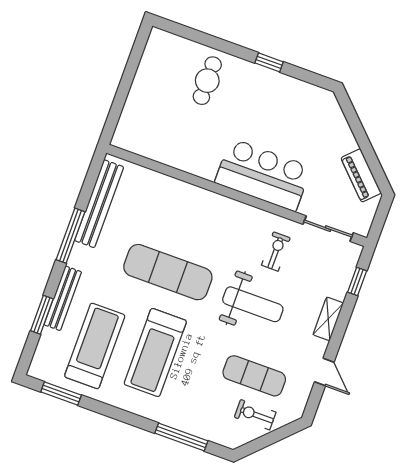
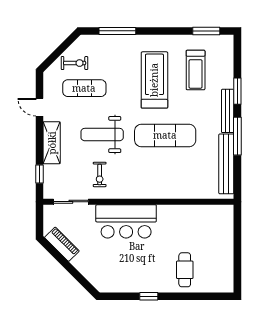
bench: (63, 298) -> (228, 111), moved
window: (42, 315) -> (237, 91), moved
shelving: (328, 319) -> (52, 143), width x1.50, depth x1.33
treadmill: (95, 346) -> (196, 70), width x0.73, depth x0.73

